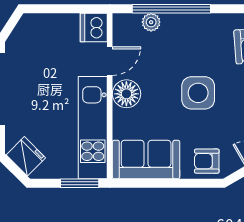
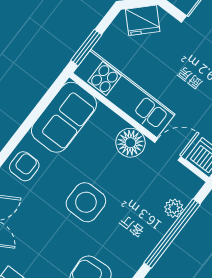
door: (110, 61) -> (168, 150), swing flipped

